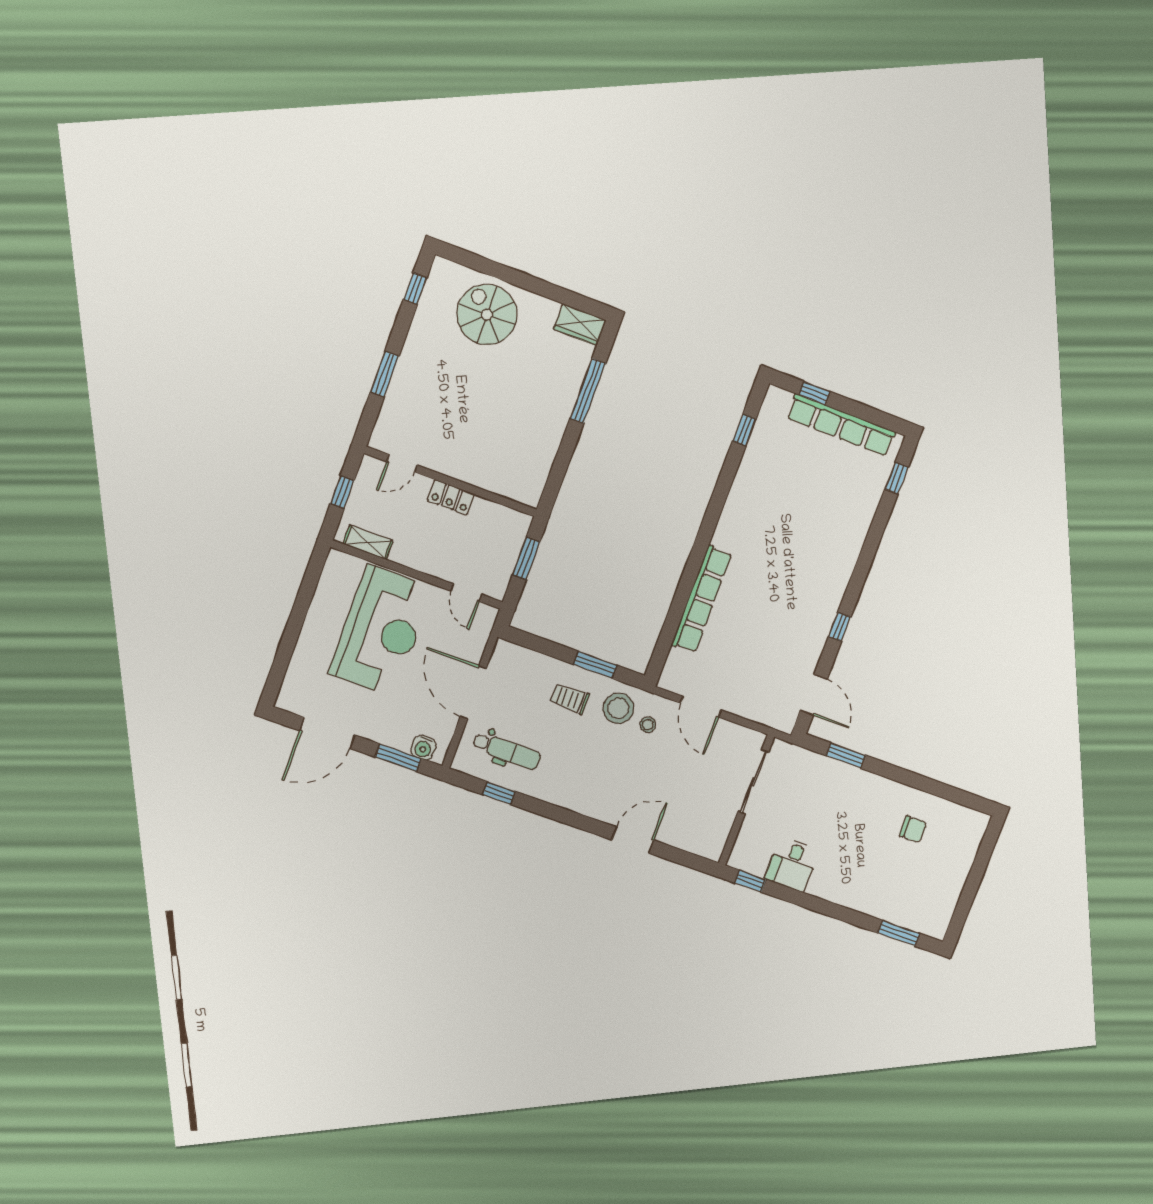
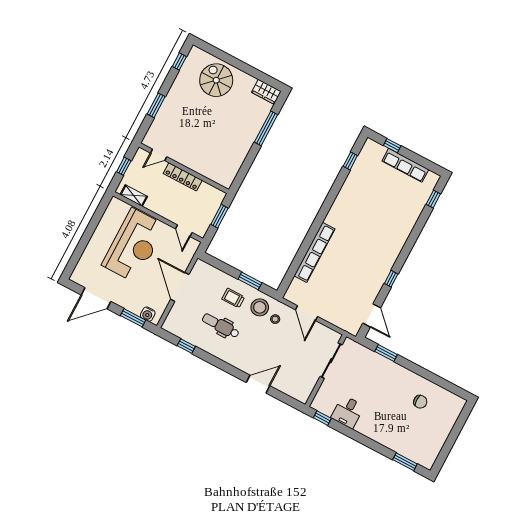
row of seats: (841, 425) -> (405, 165), width x0.73
locker: (451, 497) -> (183, 177), width x1.53
dental chair: (507, 751) -> (221, 326), moved, turned 180

